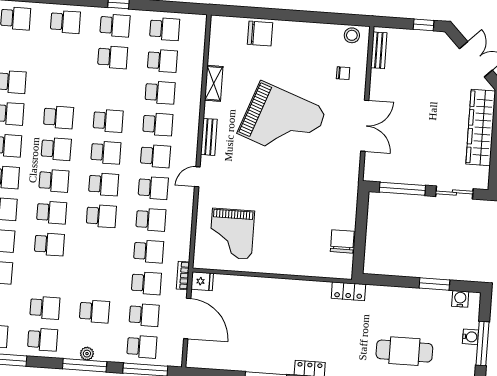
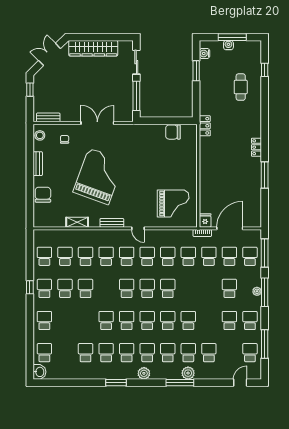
bench: (308, 29) -> (38, 164), added
school desk: (108, 121) -> (86, 288), moved
cafe table: (404, 351) -> (241, 87), width x0.73, depth x0.74

